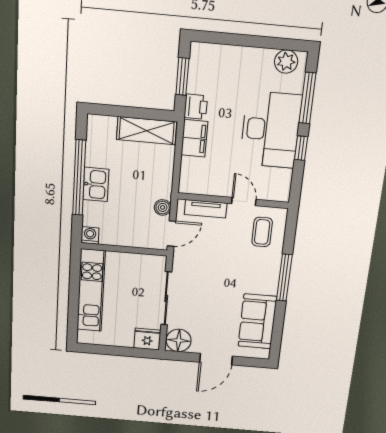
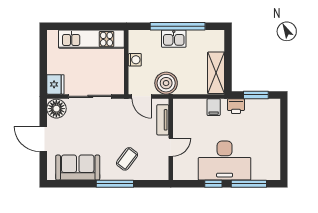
plant: (286, 62) -> (272, 166), removed
filing cabinet: (194, 138) -> (214, 107), width x0.50
boiler: (163, 207) -> (166, 83), width x1.86, depth x1.86
coffee table: (262, 232) -> (127, 159), moved, turned -53
washing machine: (90, 235) -> (135, 60), moved

